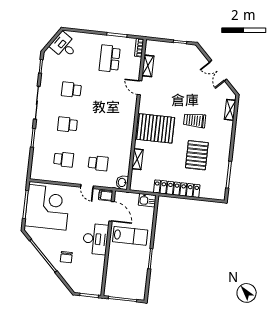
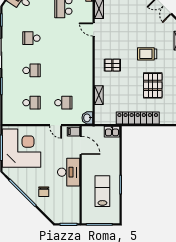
school desk: (67, 125) -> (31, 70), turned 180
pallet: (156, 128) -> (112, 65), width x0.49, depth x0.50
lab bench: (130, 236) -> (102, 191), moved, turned -90

